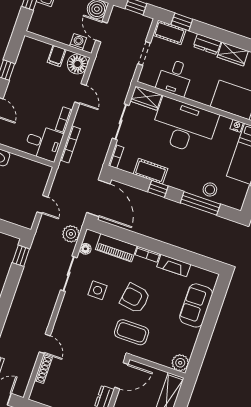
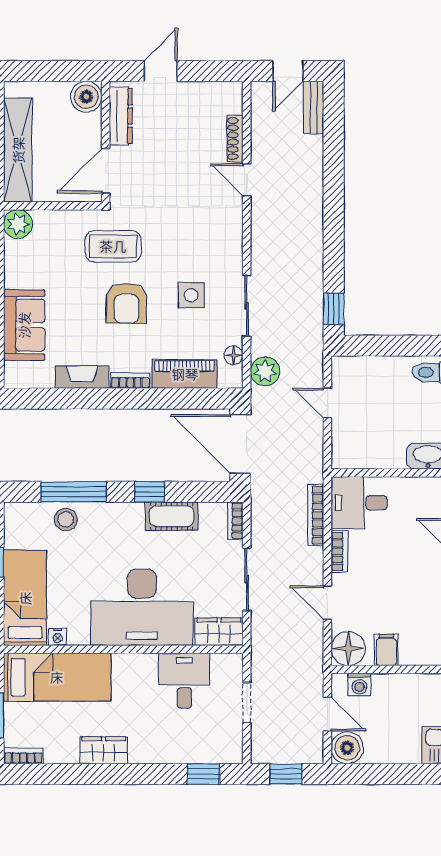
cot: (169, 32) -> (218, 750), removed
dresser: (207, 44) -> (150, 752), removed
armchair: (135, 298) -> (127, 303), turned 81

